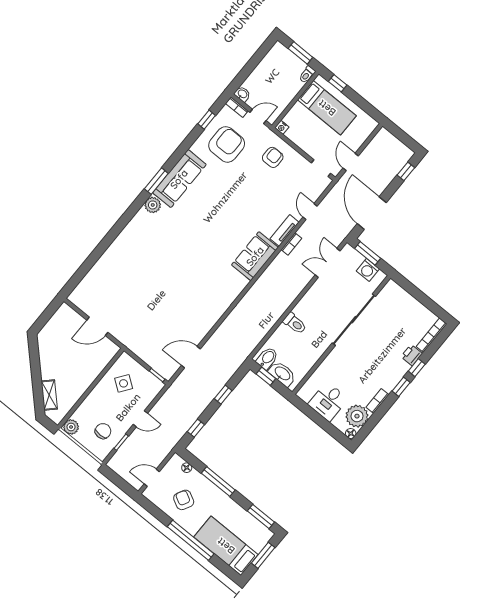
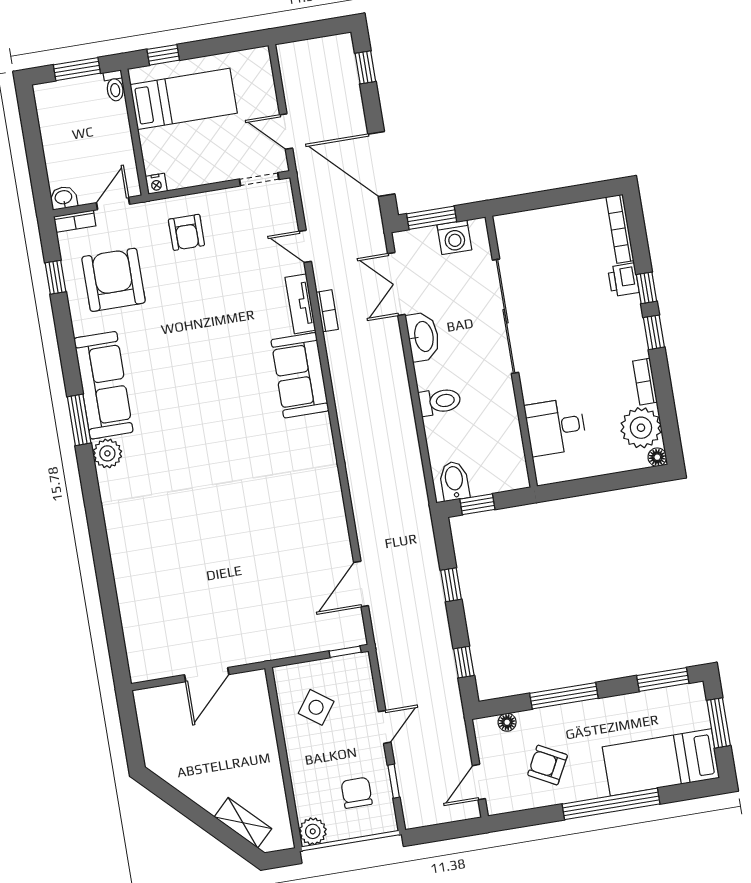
armchair: (273, 157) -> (186, 232), turned 180
washbasin: (282, 374) -> (423, 337), moved, turned 90
desk: (328, 402) -> (556, 427), moved, turned 90

